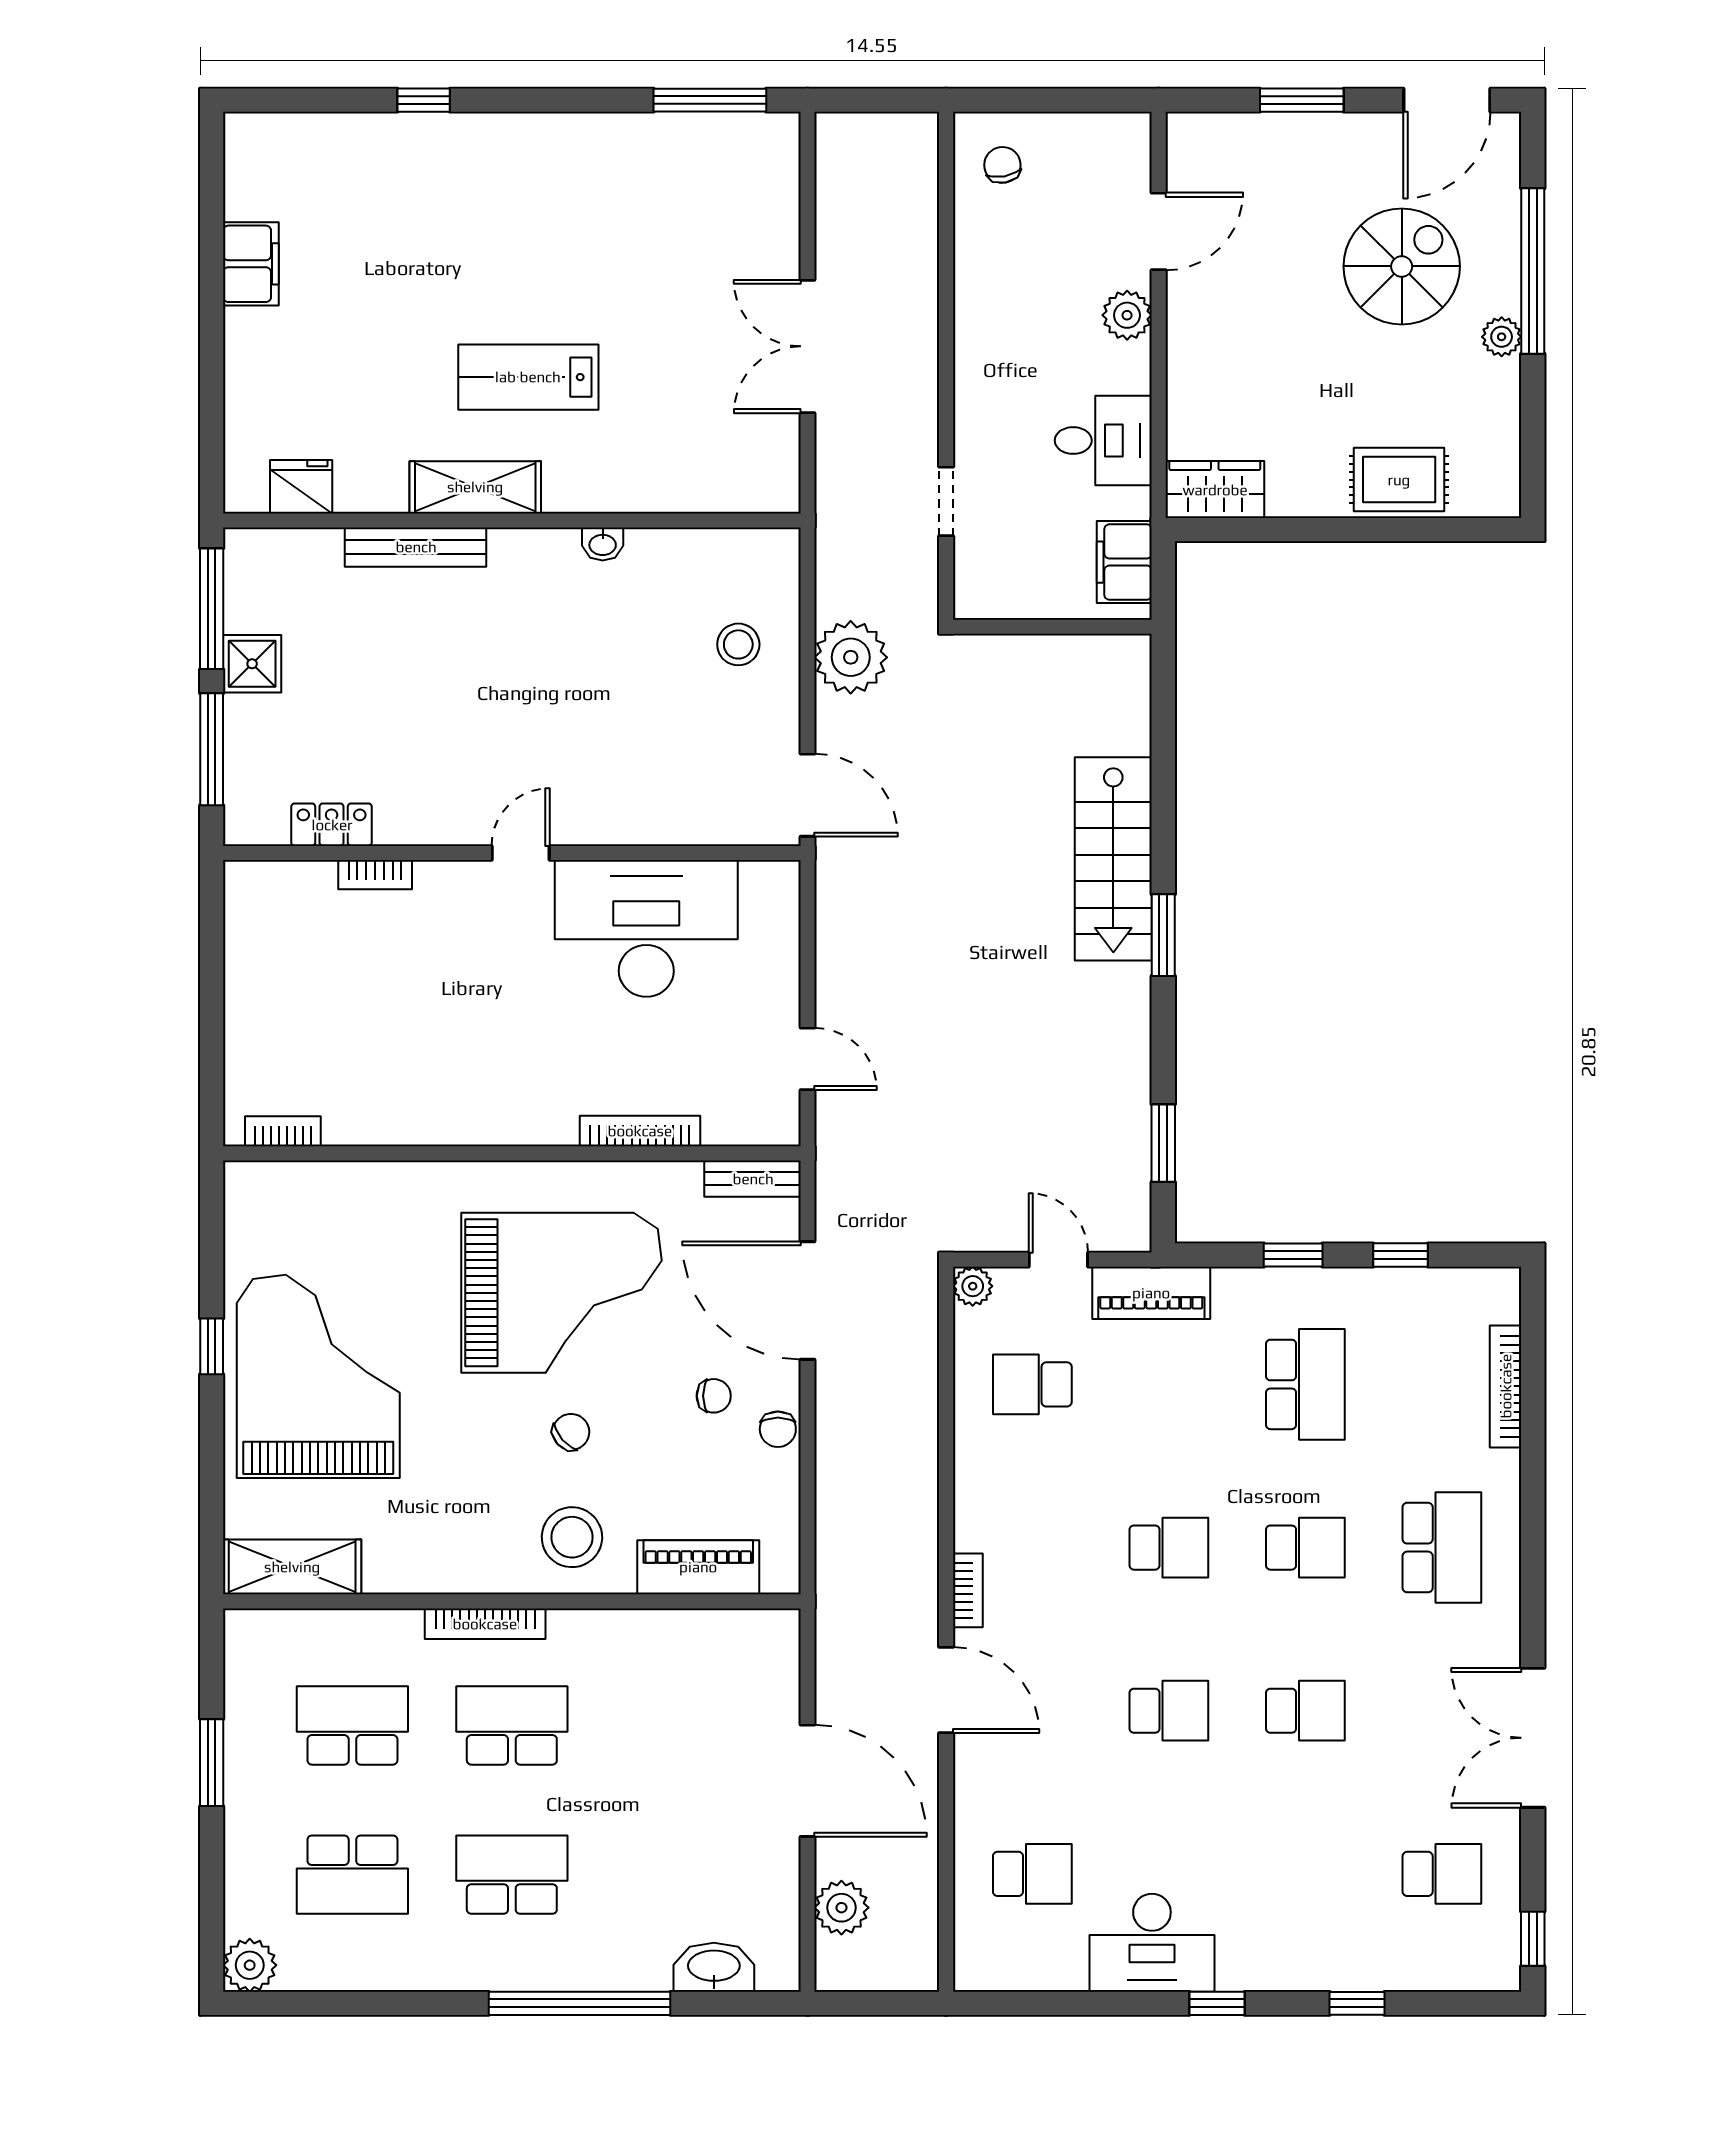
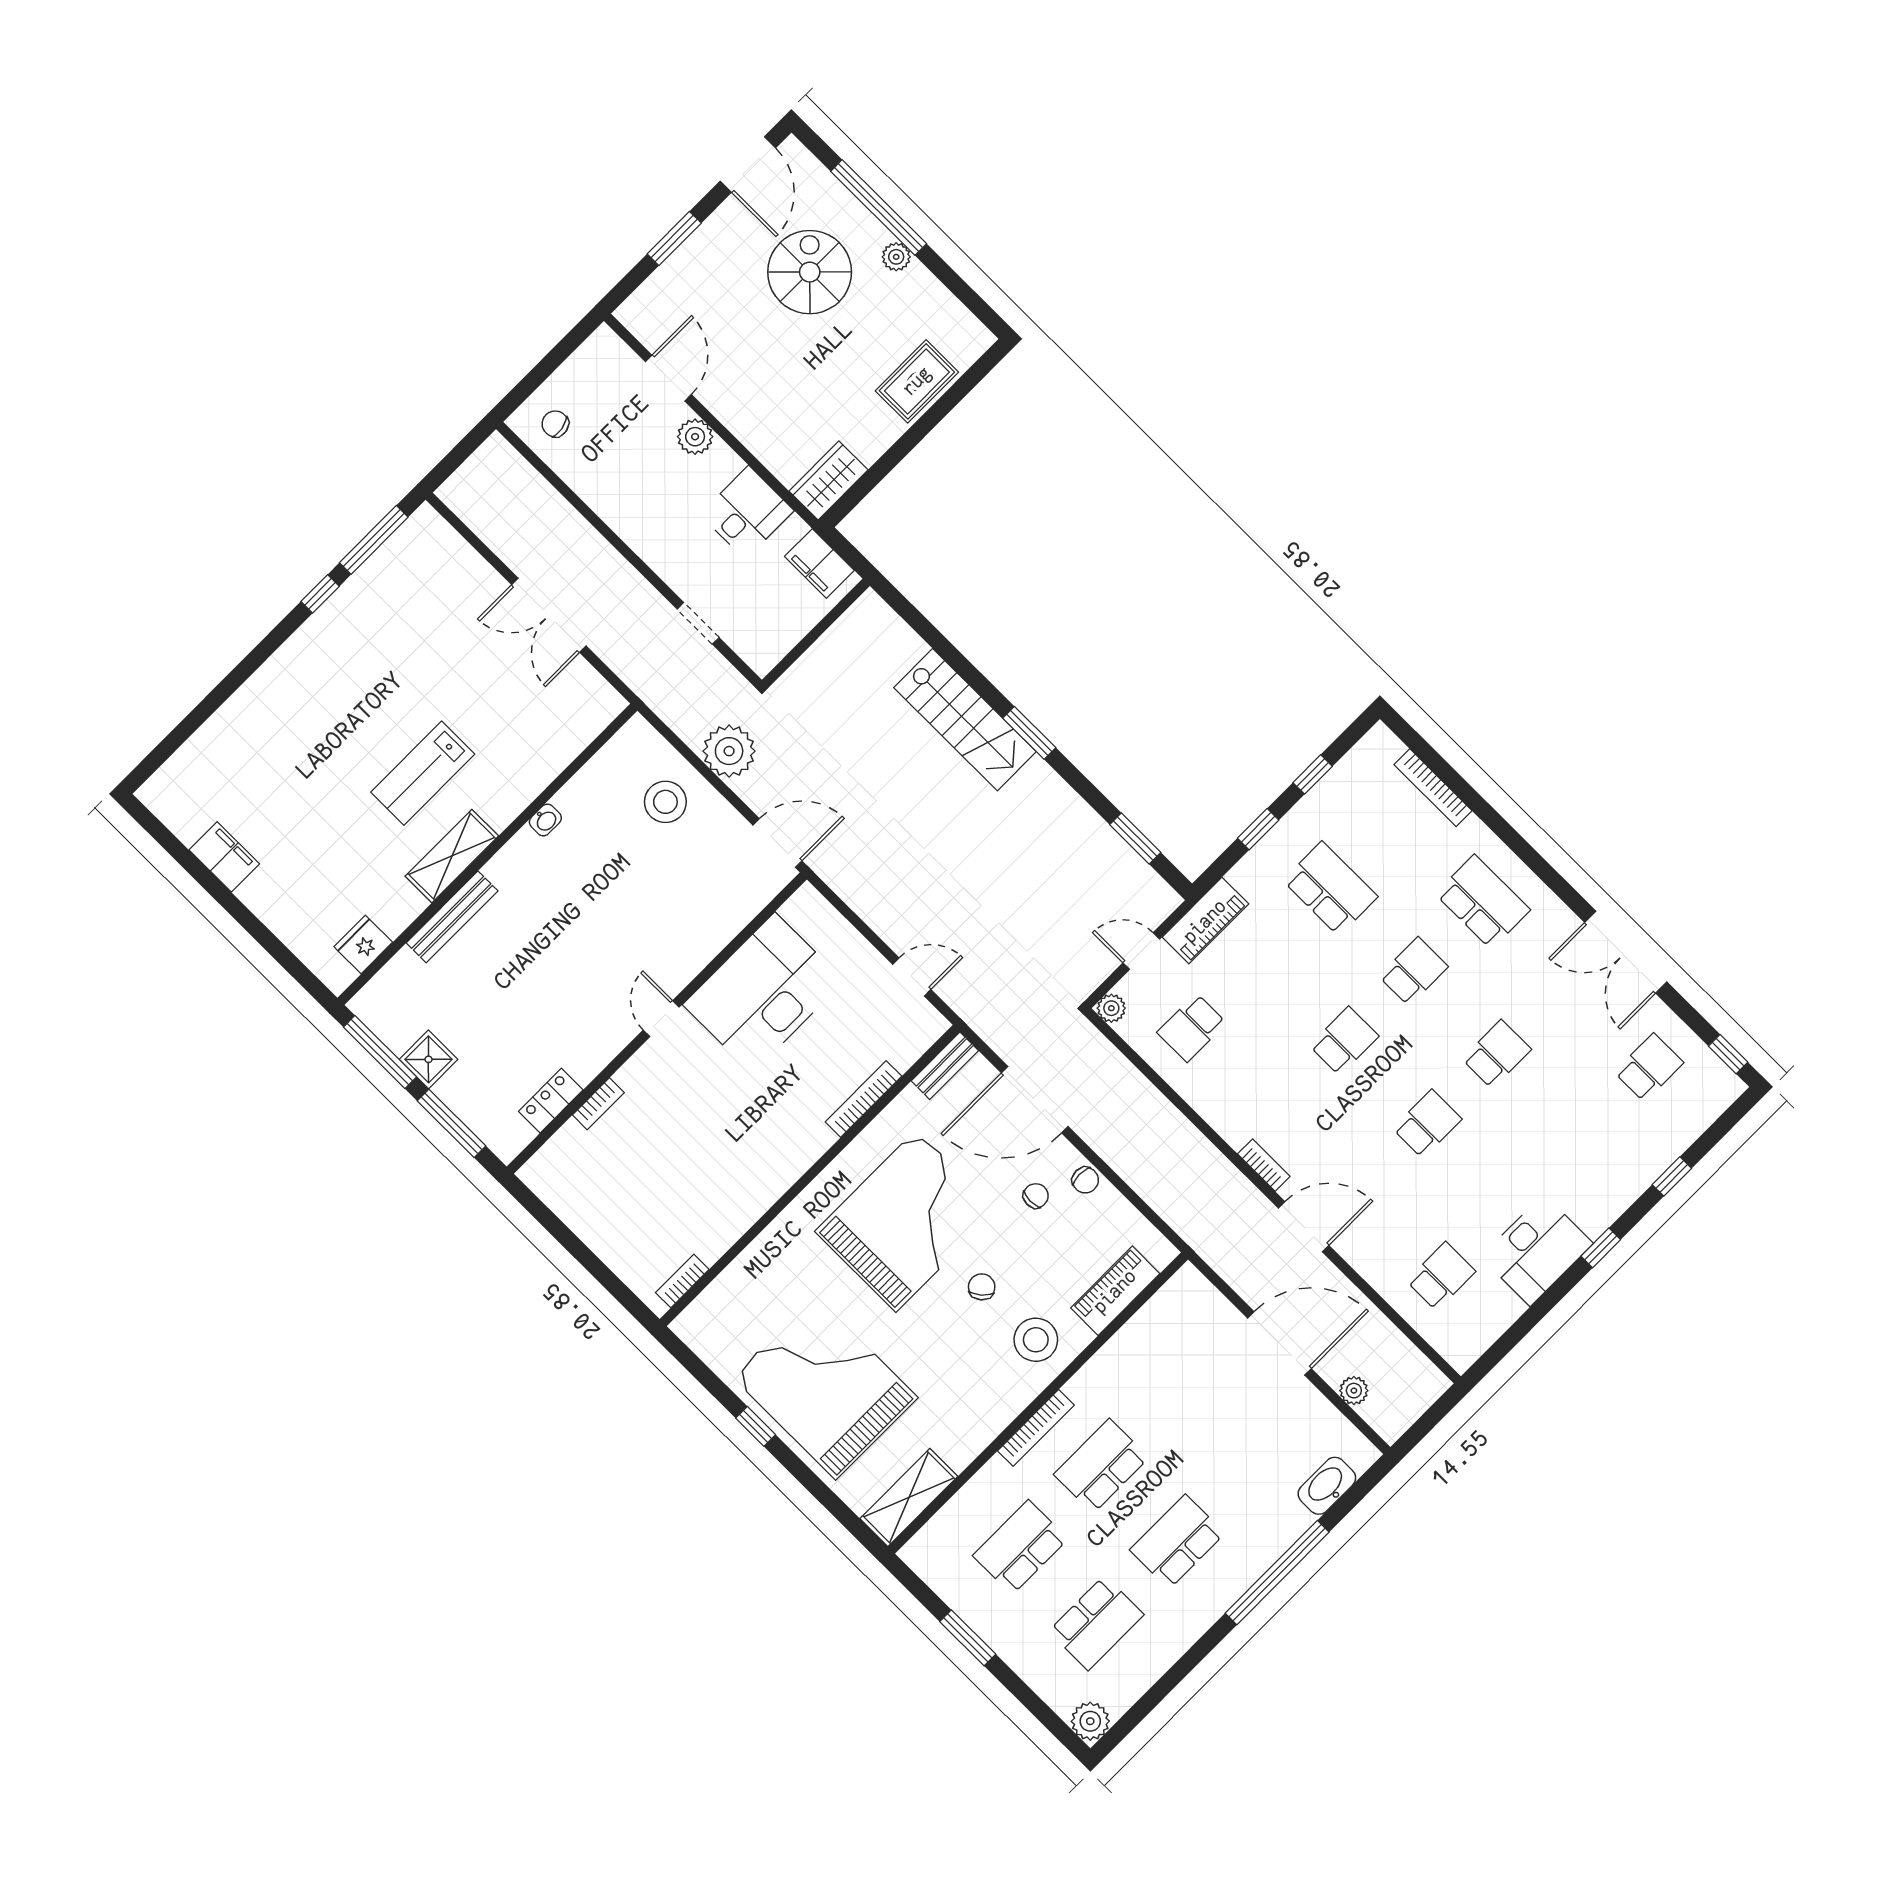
window: (424, 100) -> (320, 594), moved
stool: (738, 644) -> (665, 802), width x1.38, depth x1.38
plant: (841, 1908) -> (1354, 1391), width x0.73, depth x0.73

